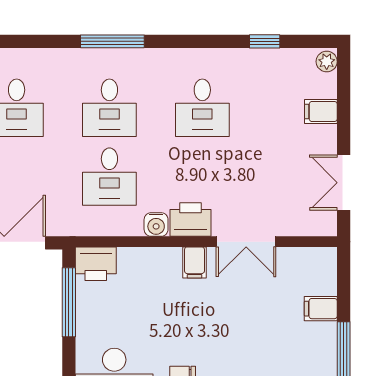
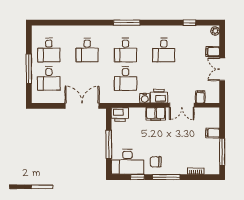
double door: (344, 183) -> (222, 69), moved
filing cabinet: (291, 221) -> (200, 97), added
filing cabinet: (194, 262) -> (156, 114), width x2.00
window: (69, 302) -> (109, 144), moved

